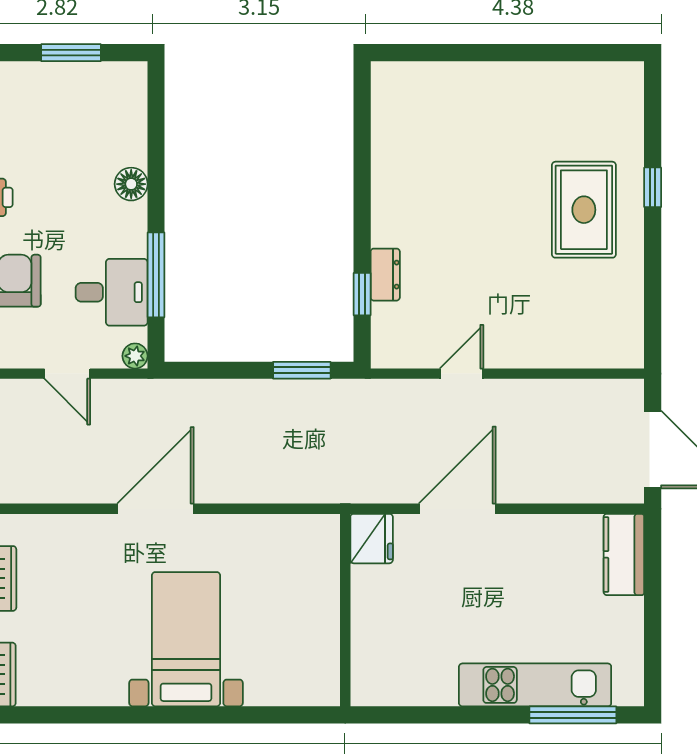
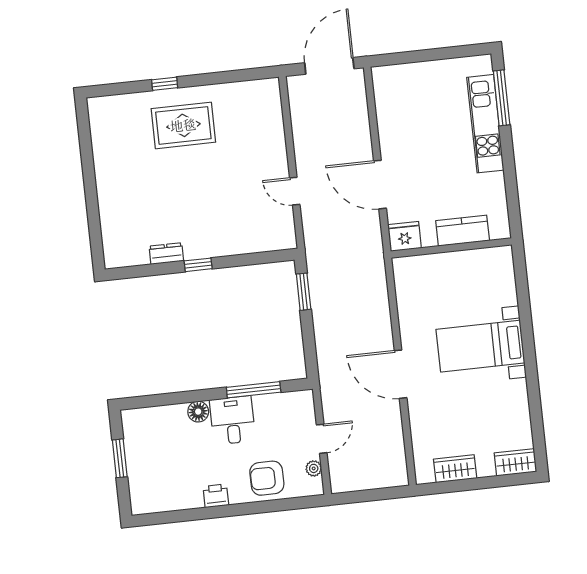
dresser: (385, 275) -> (166, 254), moved
desk: (112, 292) -> (232, 420), moved
window: (362, 294) -> (198, 265), moved
plant: (135, 356) -> (314, 468), moved
kitchen counter: (624, 554) -> (463, 231), moved, turned 180

